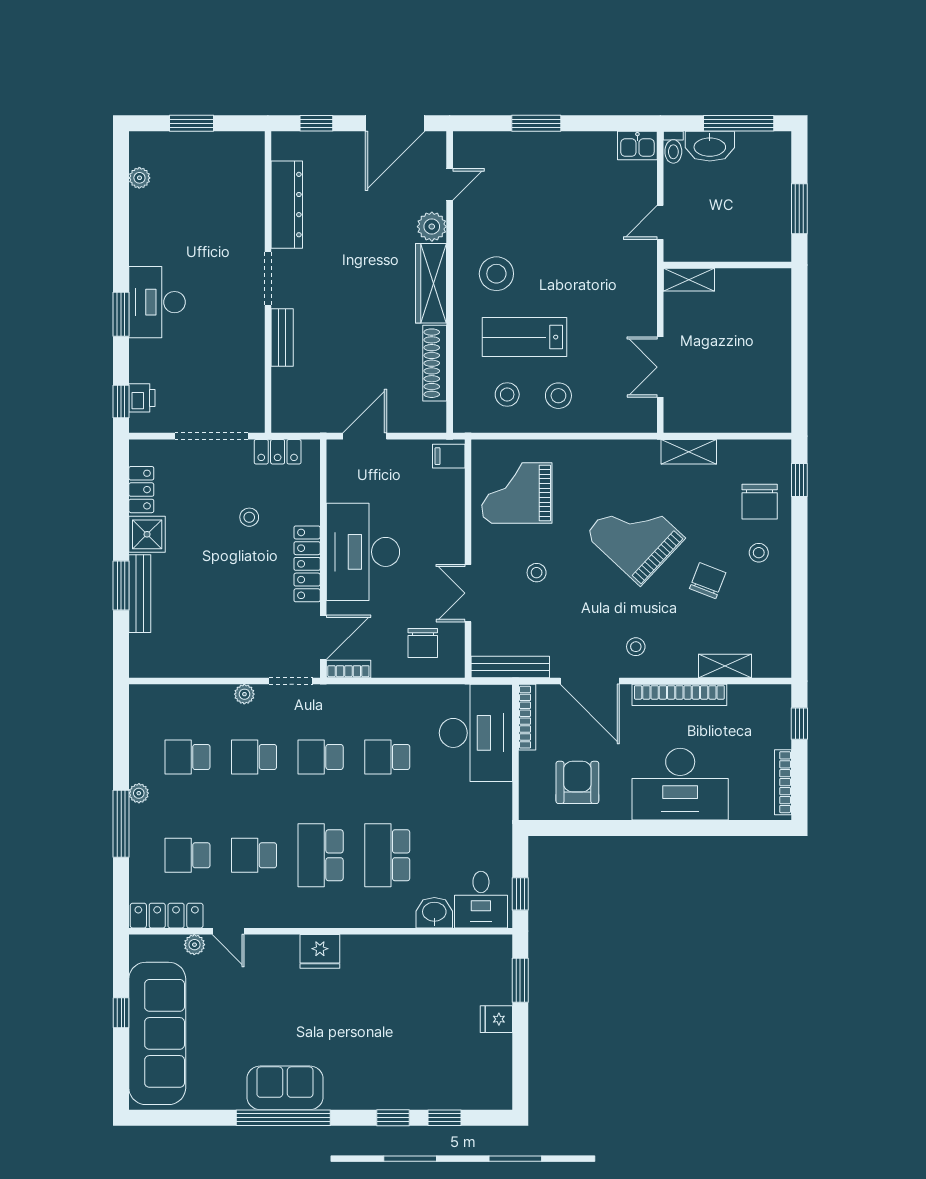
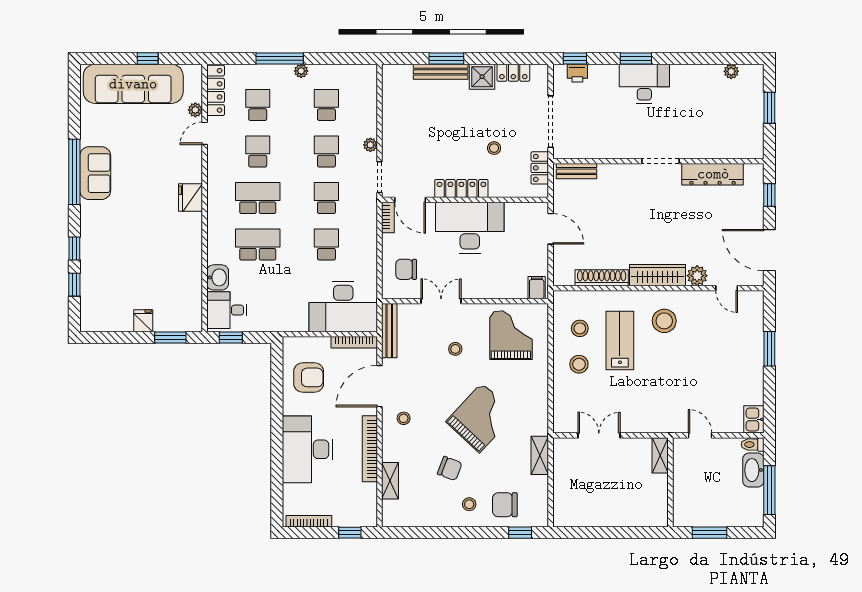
bench: (282, 338) -> (577, 171), moved

